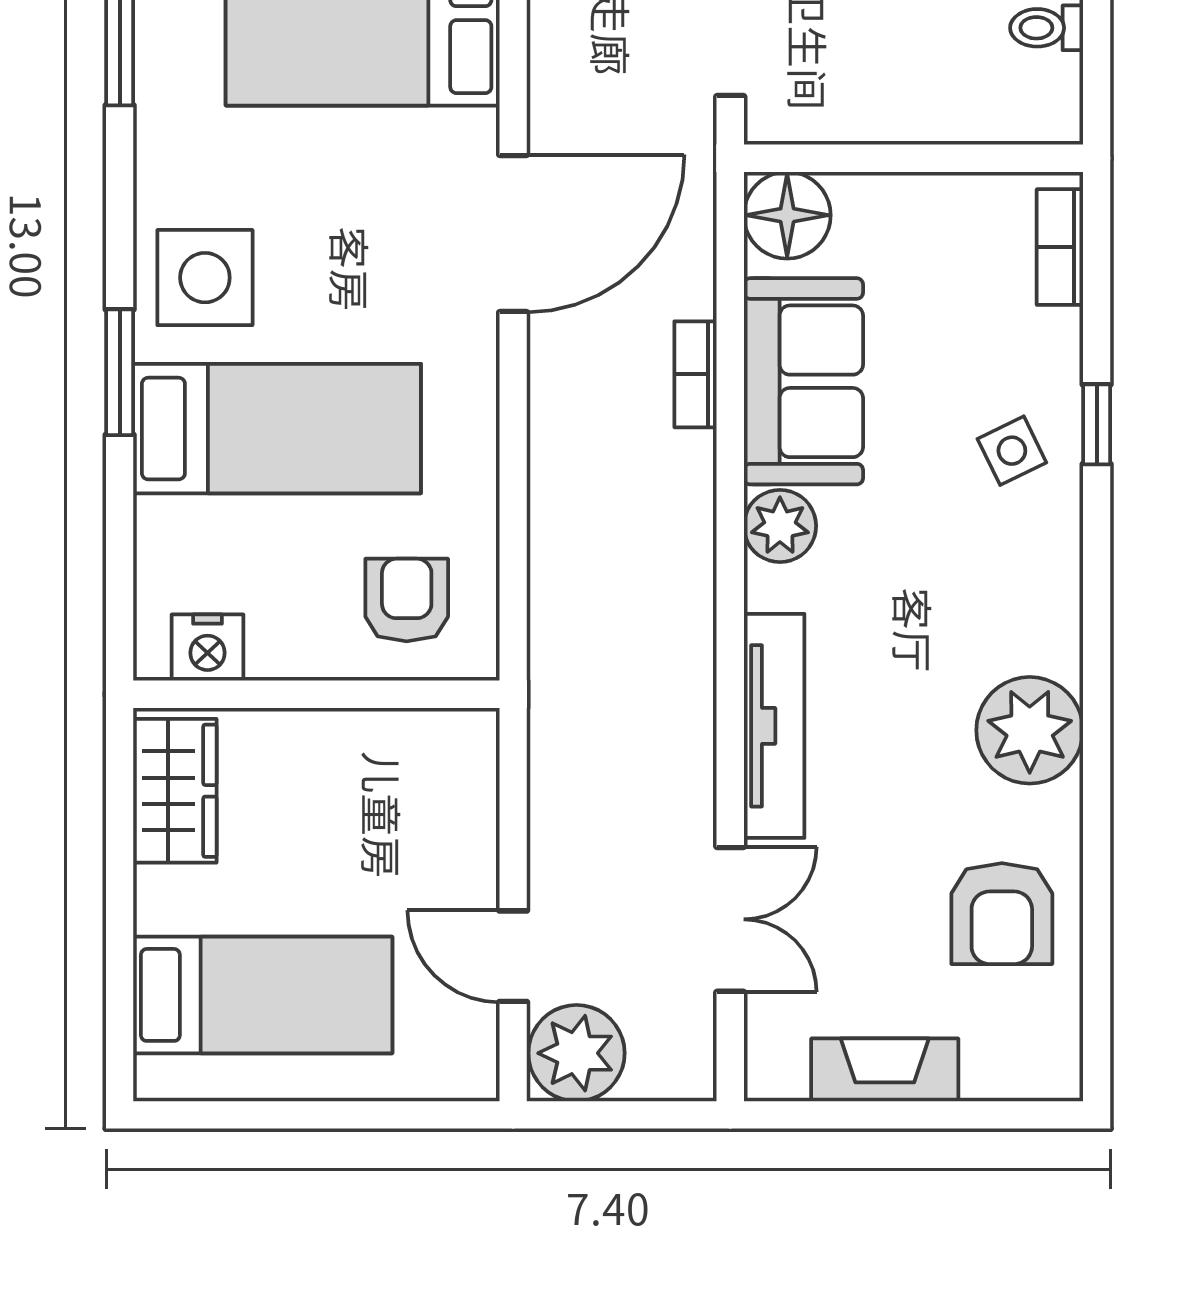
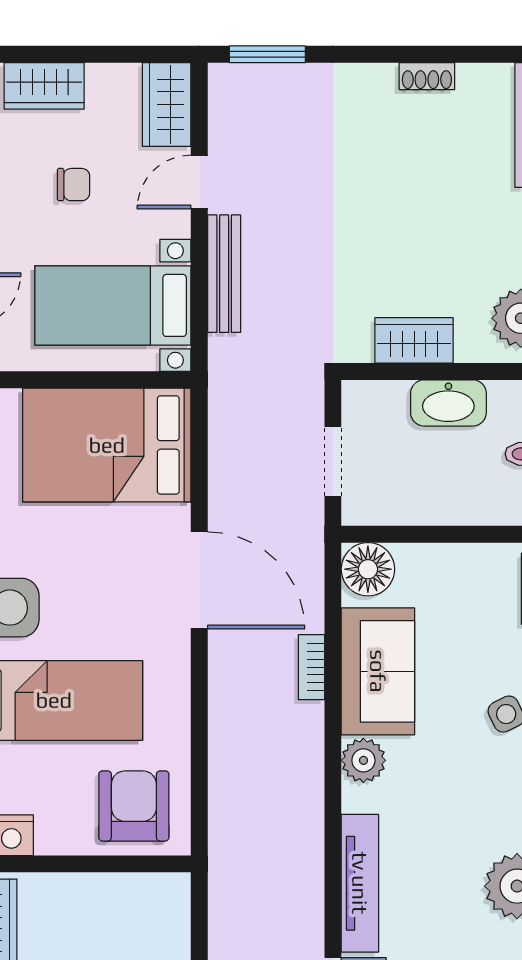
door: (513, 234) -> (199, 580), hinge flipped
armchair: (407, 600) -> (134, 806), width x1.38, depth x1.38

